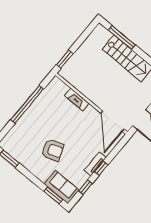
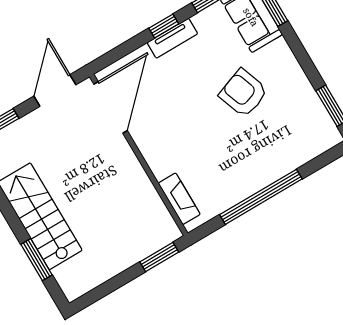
window: (122, 37) -> (37, 260), width x0.69
fireplace: (77, 99) -> (179, 199), moved

